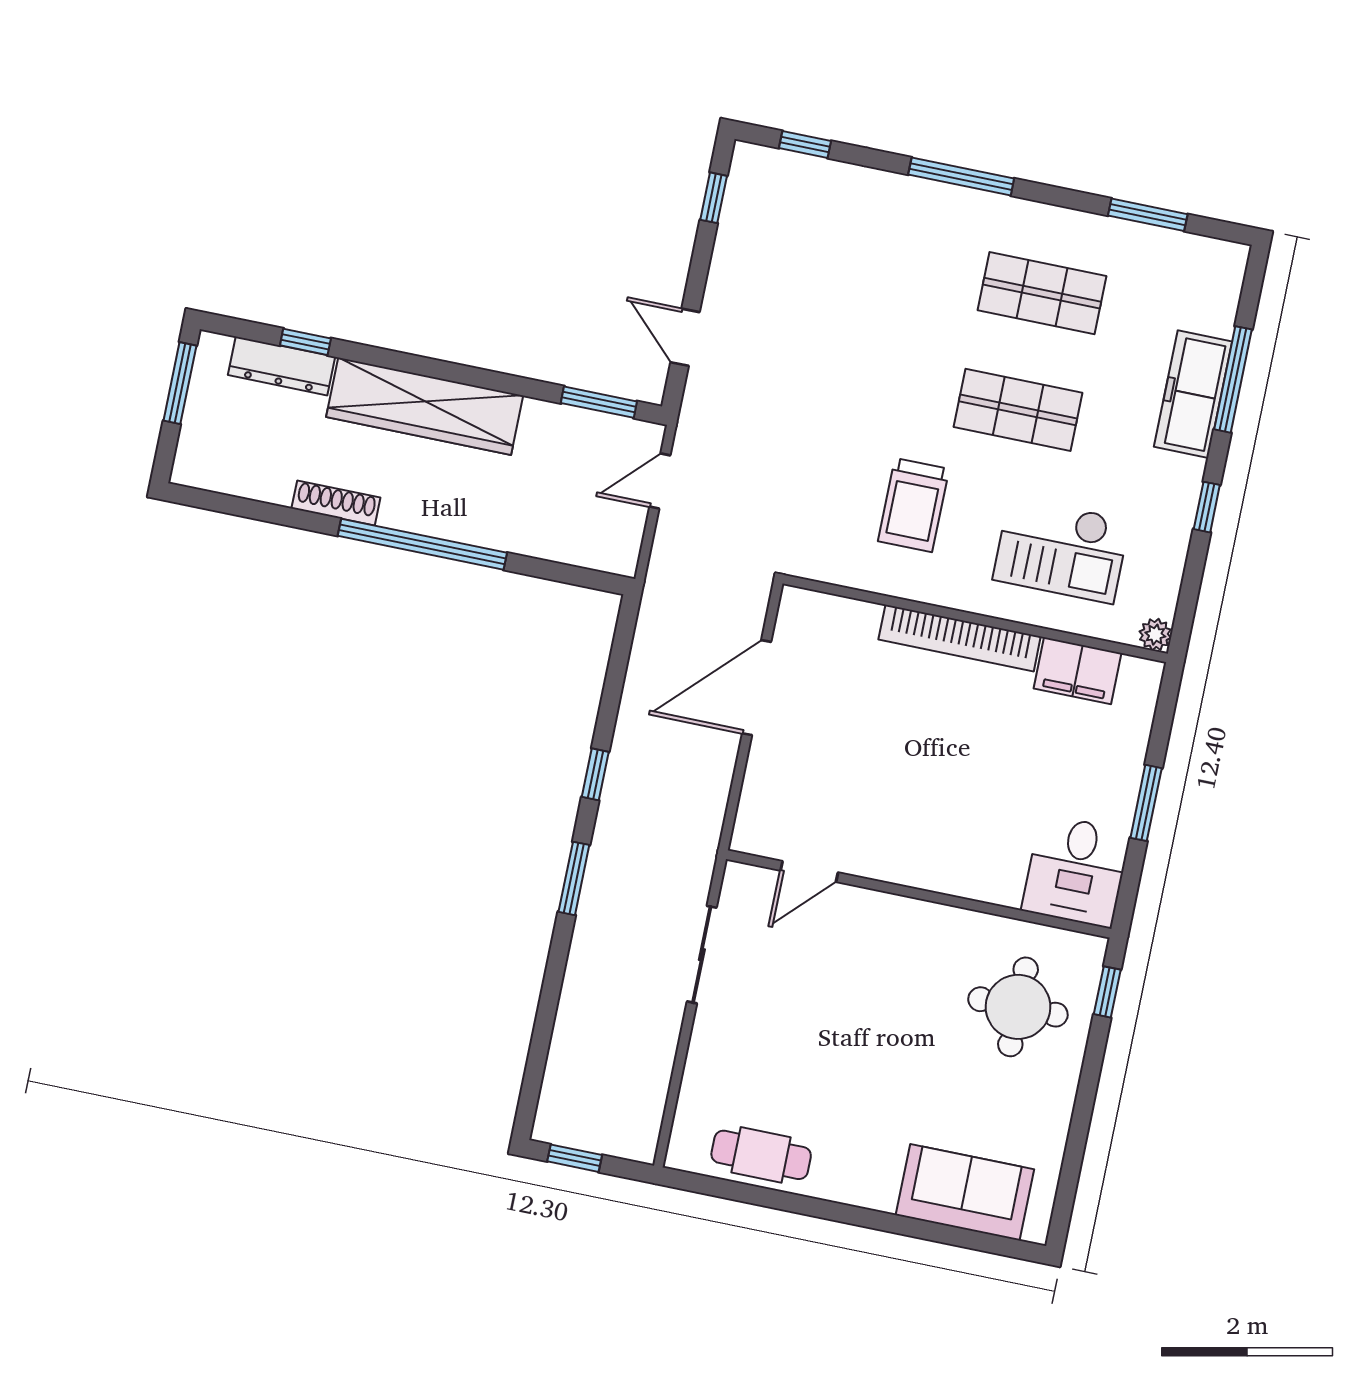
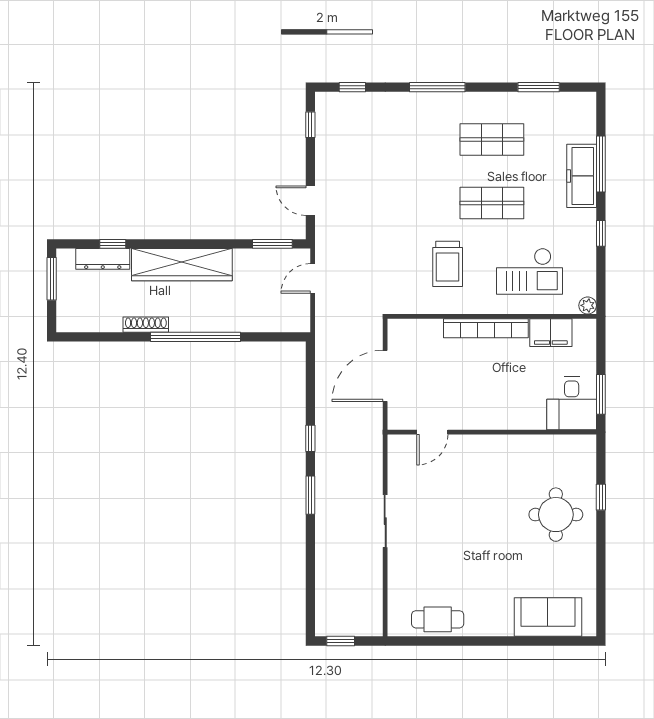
door: (809, 871) -> (432, 432), moved
desk: (1076, 871) -> (572, 403), moved
wall: (919, 894) -> (492, 432), moved

